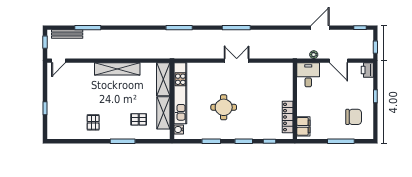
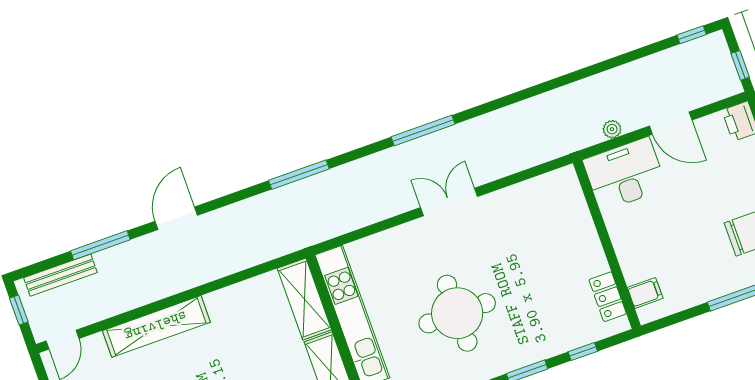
door: (320, 28) -> (176, 218), moved
shelving: (117, 69) -> (156, 326), moved
desk: (308, 75) -> (625, 174), width x1.37
round table: (224, 107) -> (457, 313), width x1.36, depth x1.36
locker: (288, 117) -> (608, 297), width x0.66
filing cabinet: (303, 126) -> (645, 293), width x0.50

